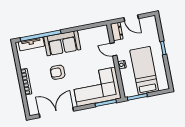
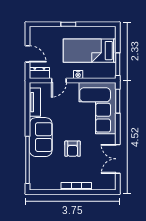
door: (131, 18) -> (27, 54), hinge flipped
tv unit: (31, 44) -> (35, 102), moved
double door: (56, 112) -> (118, 159), width x0.73

